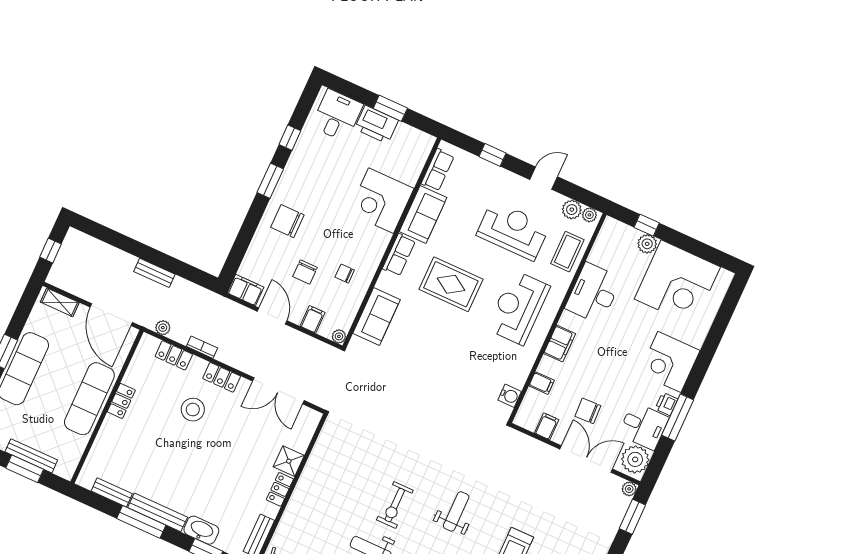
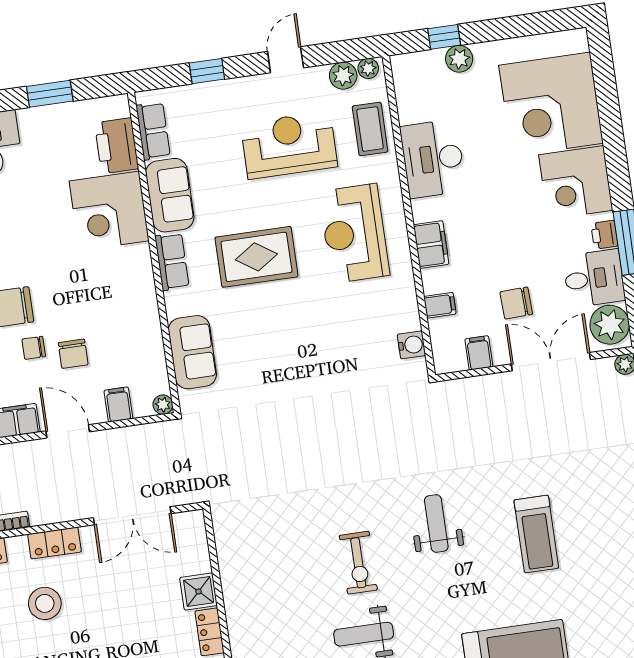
printer: (376, 124) -> (117, 146), moved, turned 90
chair: (345, 274) -> (34, 348), moved
corner desk: (677, 283) -> (551, 104), moved, turned 90

